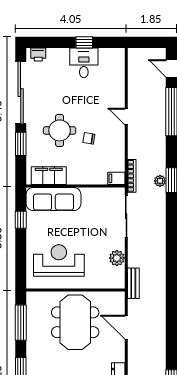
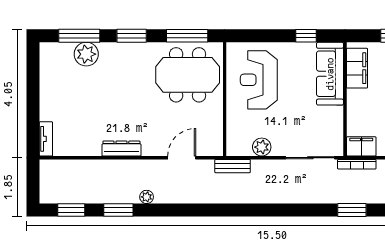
filing cabinet: (116, 178) -> (361, 146), width x2.00
plant: (160, 181) -> (147, 197), moved
reception desk: (59, 261) -> (259, 80), turned 180
meeting table: (75, 322) -> (188, 75), moved

